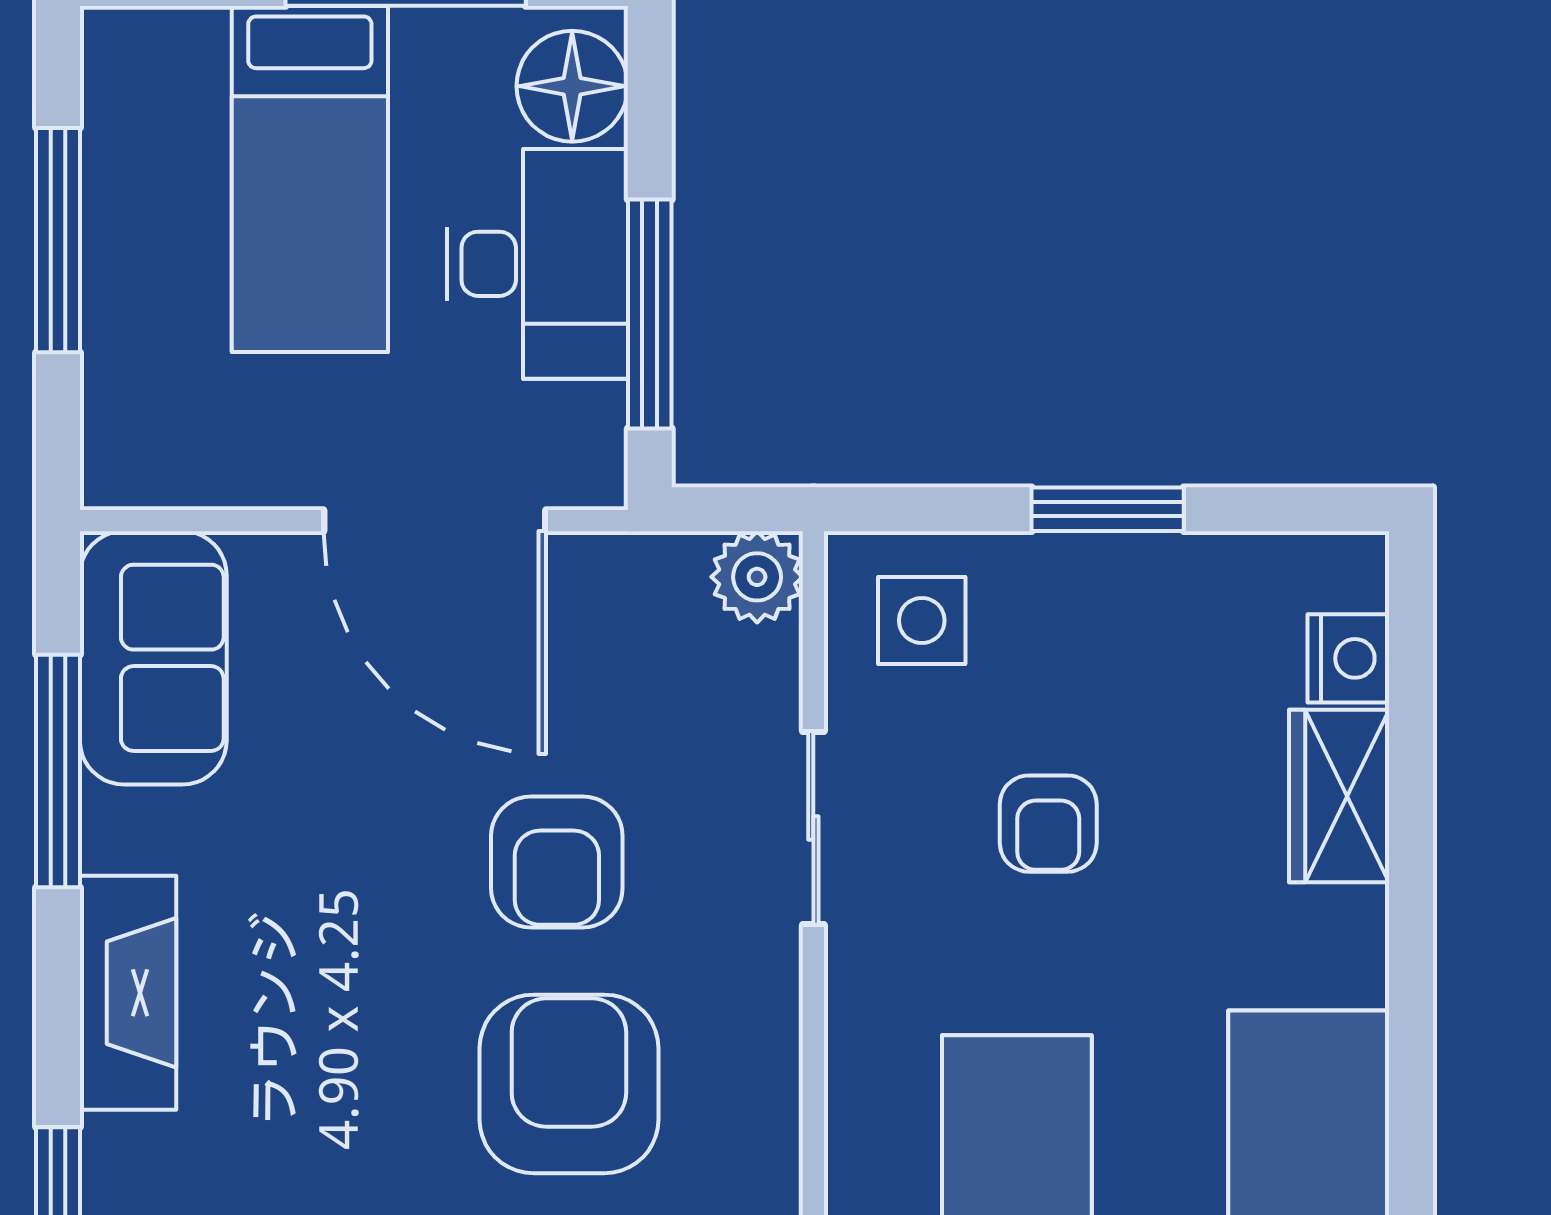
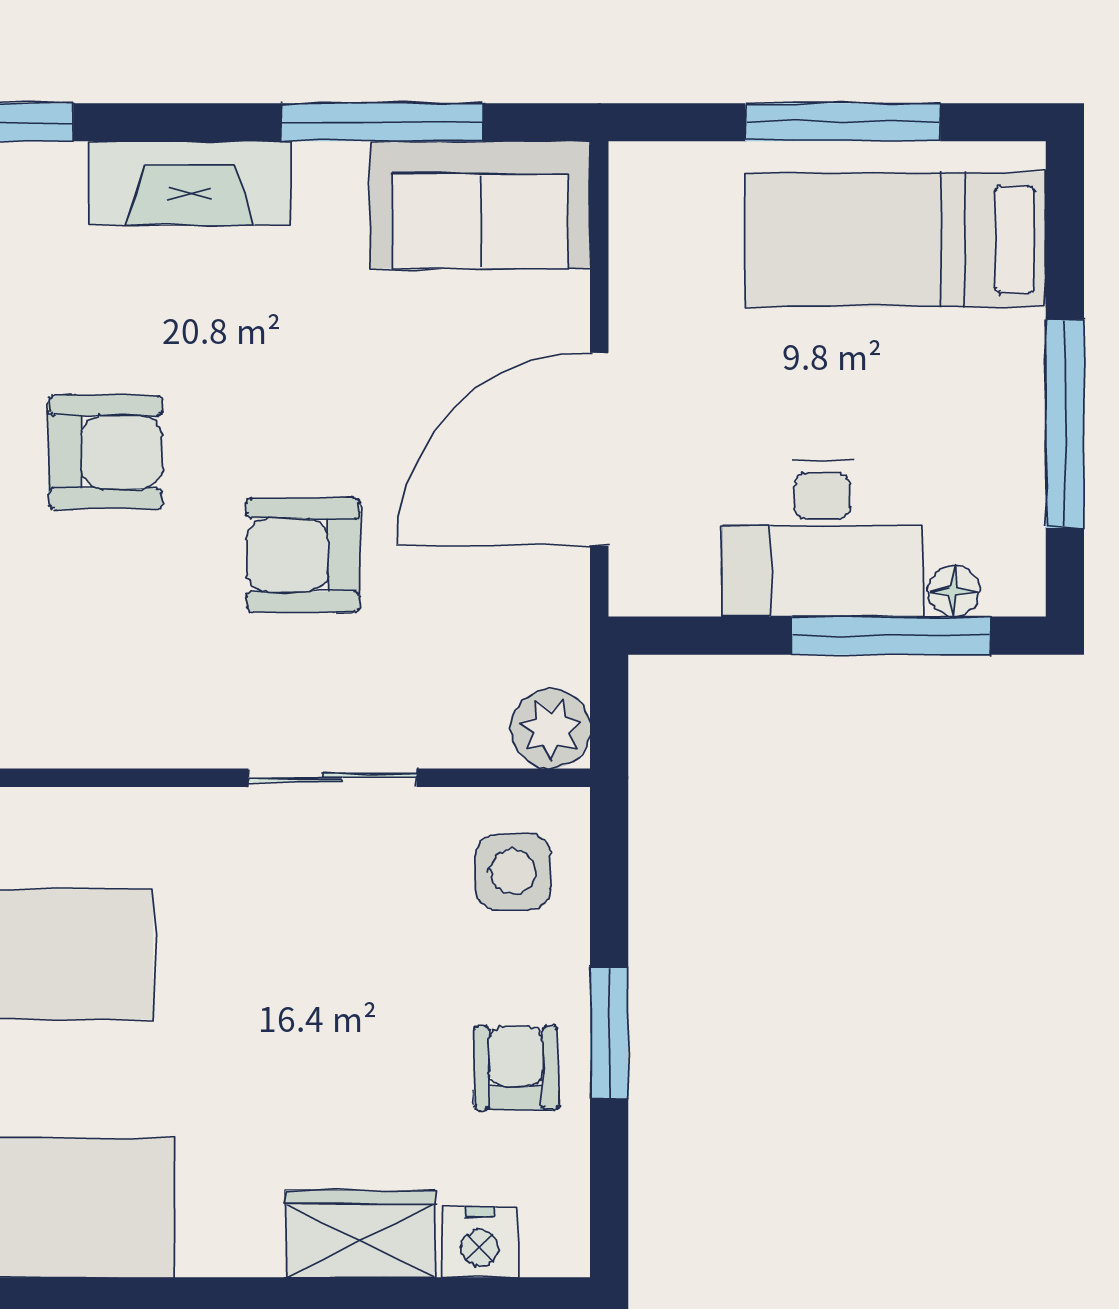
floor lamp: (572, 86) -> (954, 591), width x0.53, depth x0.53
bed: (310, 179) -> (896, 239), moved
window: (650, 314) -> (891, 636), moved
armchair: (1048, 824) -> (516, 1068), moved, turned 90
armchair: (569, 1084) -> (106, 452), moved, width x0.73, depth x0.73

